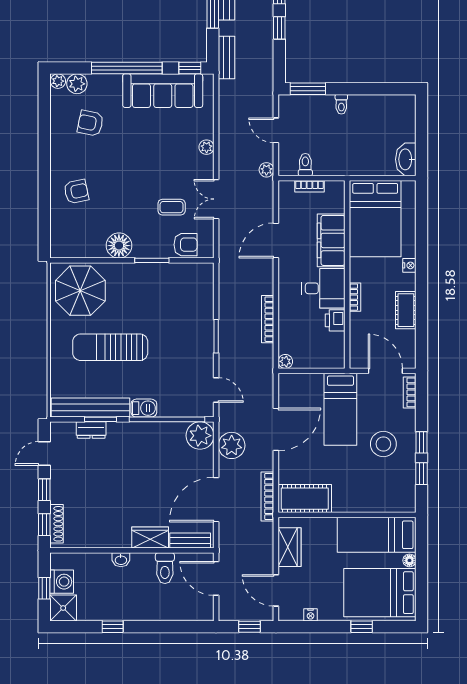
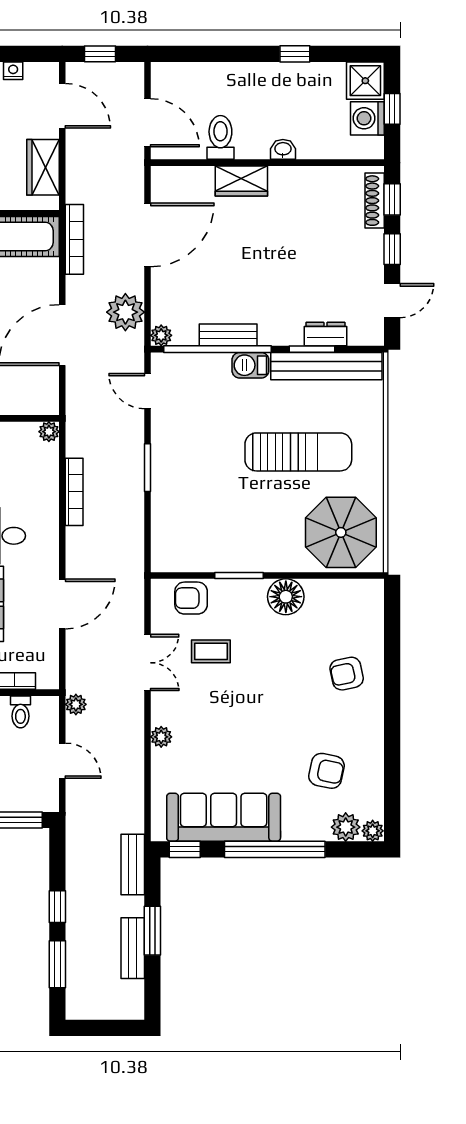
plant: (200, 436) -> (161, 335), width x0.53, depth x0.53
bench: (190, 540) -> (228, 335), moved

